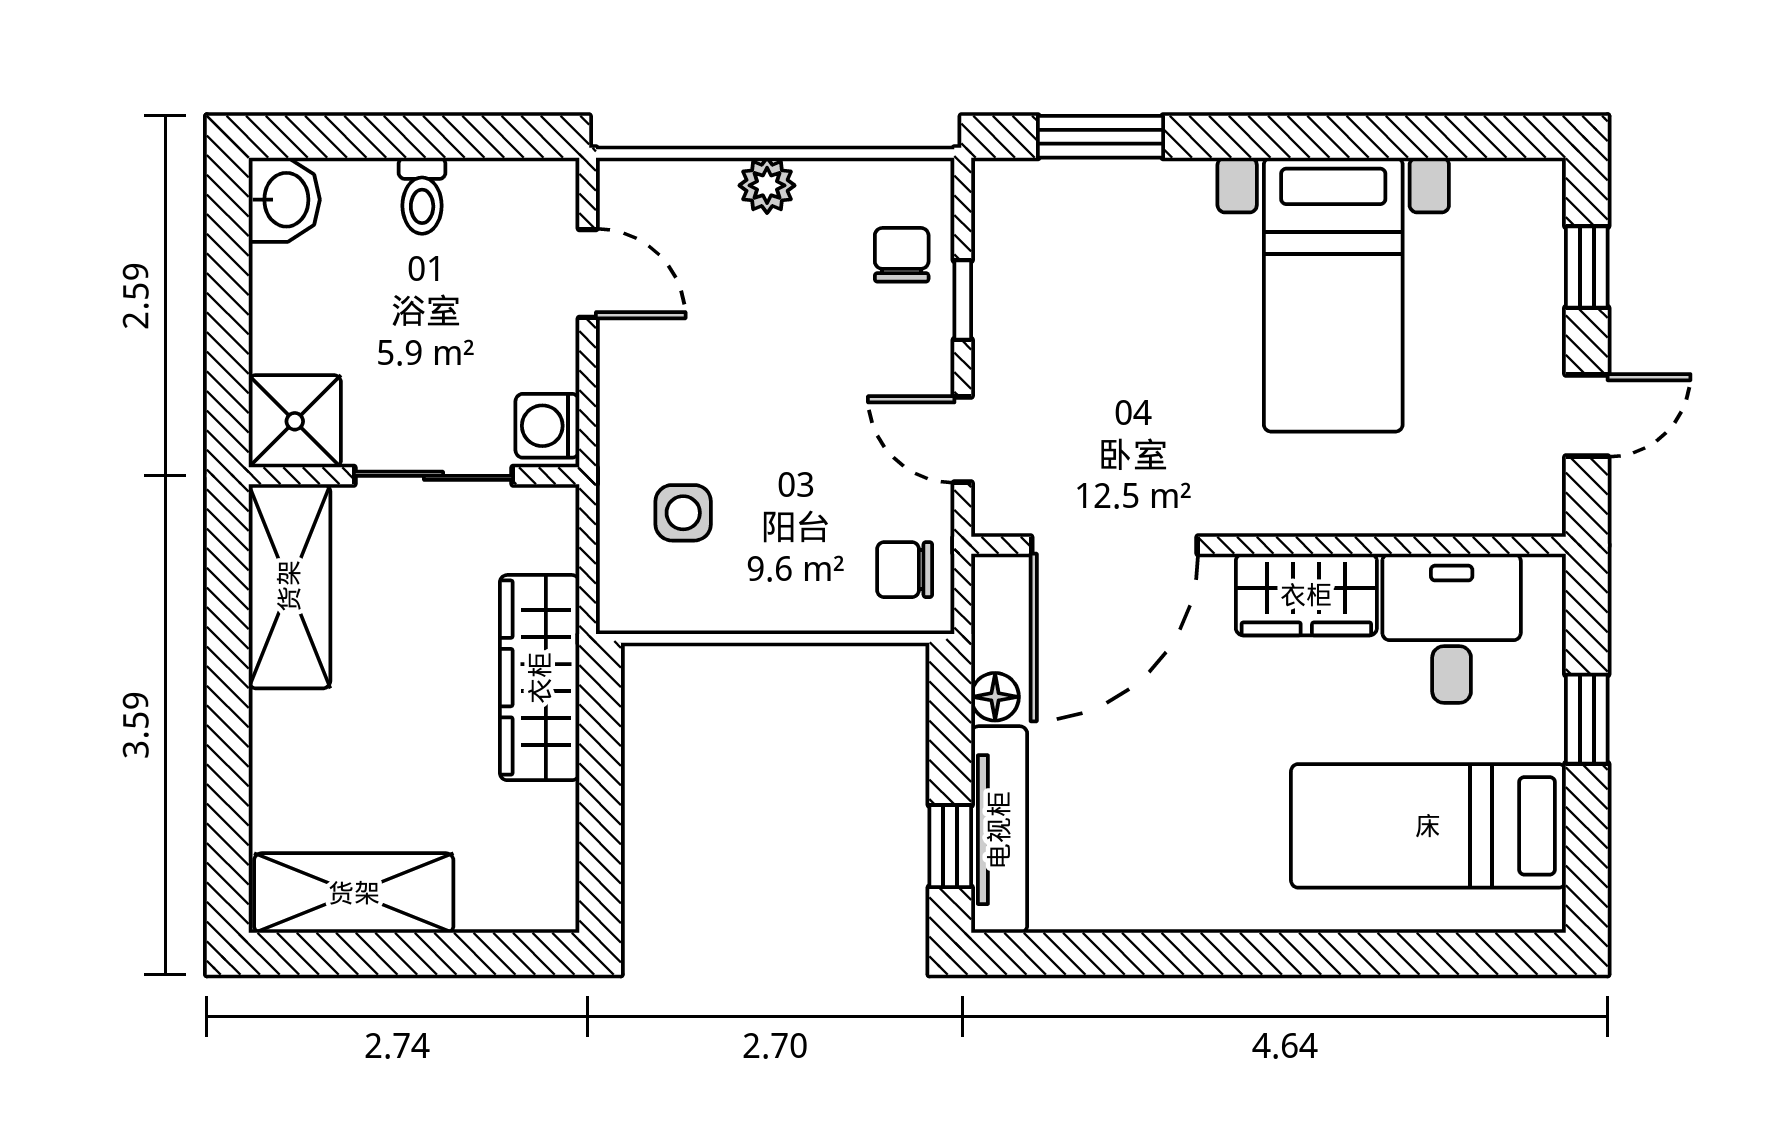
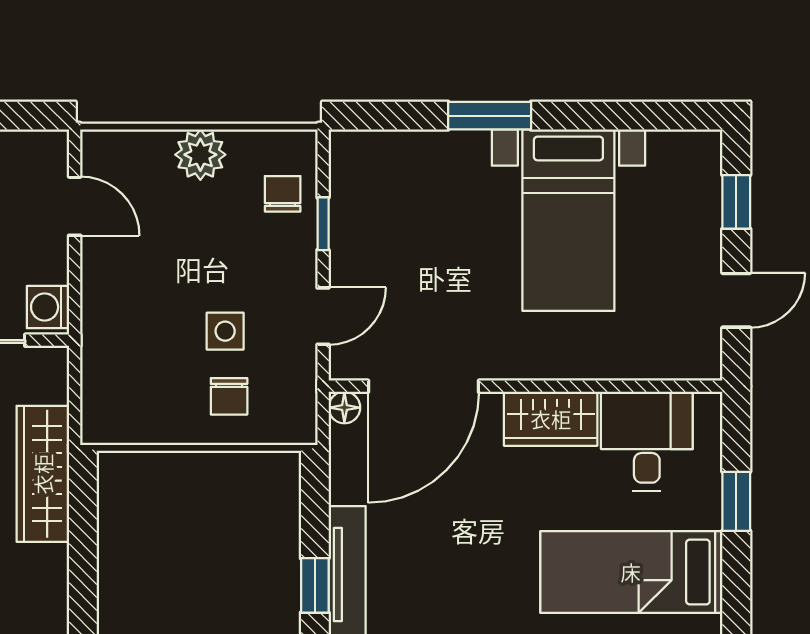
window: (1100, 137) -> (490, 116), moved
plant: (767, 185) -> (200, 155), width x1.38, depth x1.38
door: (963, 439) -> (323, 316), swing flipped
side table: (683, 513) -> (225, 331), moved
chair: (905, 570) -> (229, 396), moved, turned -90
floor lamp: (995, 697) -> (344, 408), moved

